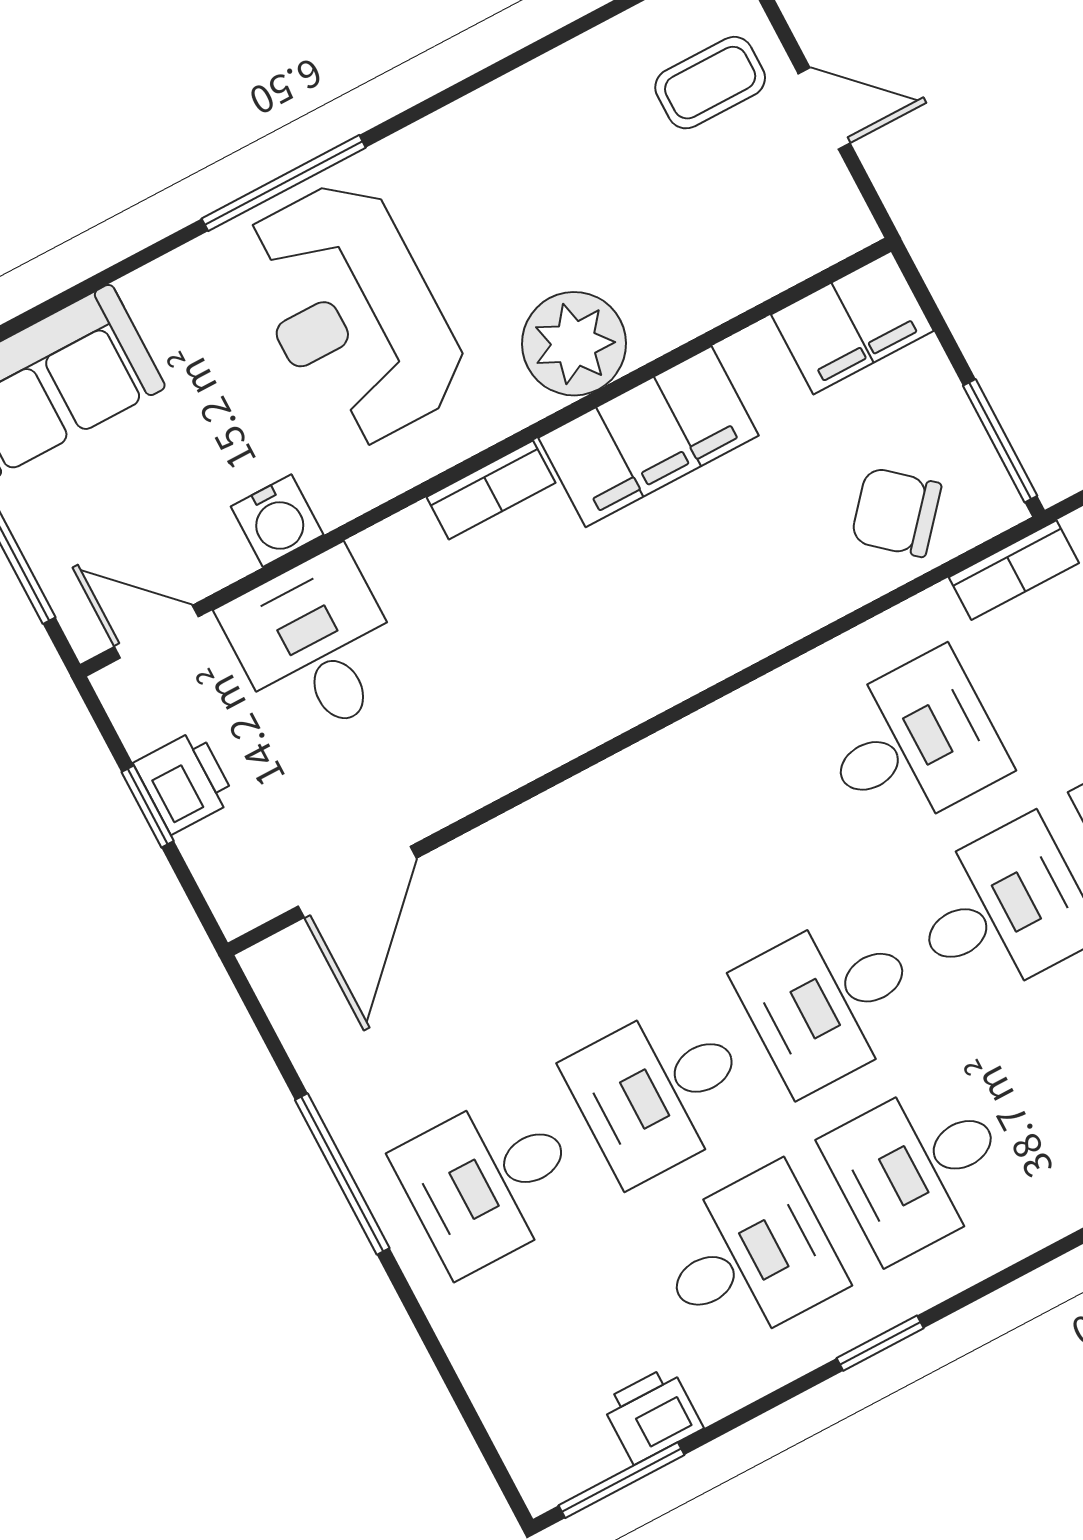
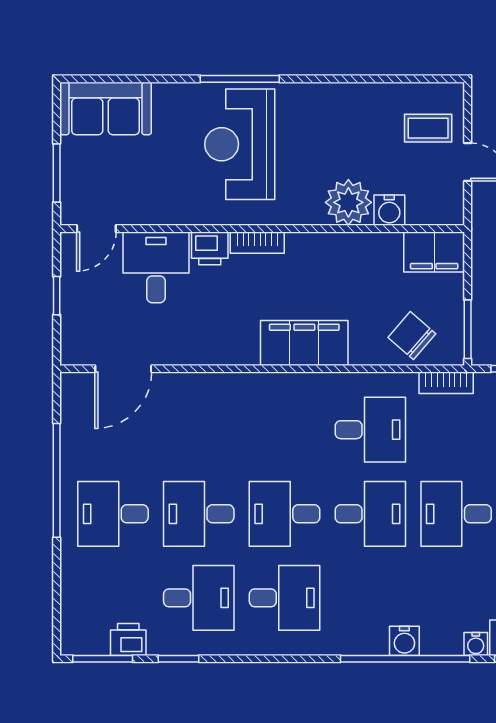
plant: (574, 344) -> (348, 202), moved
filing cabinet: (648, 437) -> (304, 343), moved, turned 180
water cooler: (277, 521) -> (389, 210), moved
door: (156, 632) -> (96, 229), swing flipped
printer: (185, 782) -> (210, 248), moved, turned 90
desk: (919, 1168) -> (285, 598), turned 180
window: (342, 1174) -> (57, 480), width x1.46
window: (880, 1343) -> (179, 659), moved

